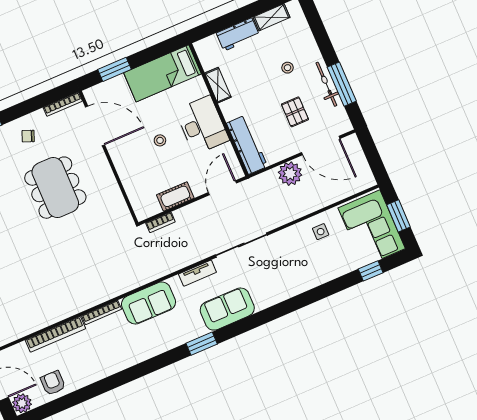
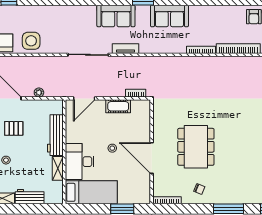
pallet: (295, 112) -> (14, 128), turned 90
desk: (202, 125) -> (80, 162), moved
door: (95, 126) -> (152, 158), moved
workbench: (247, 145) -> (55, 135), moved
plant: (290, 174) -> (39, 93), width x0.53, depth x0.53
side table: (321, 232) -> (31, 41), width x1.87, depth x1.87
sofa: (149, 303) -> (169, 16), moved, turned 180

